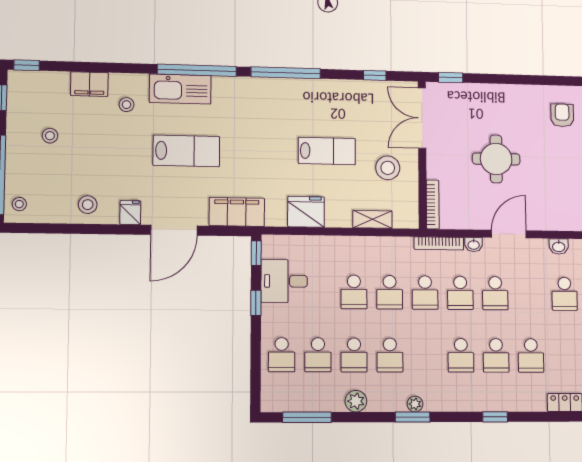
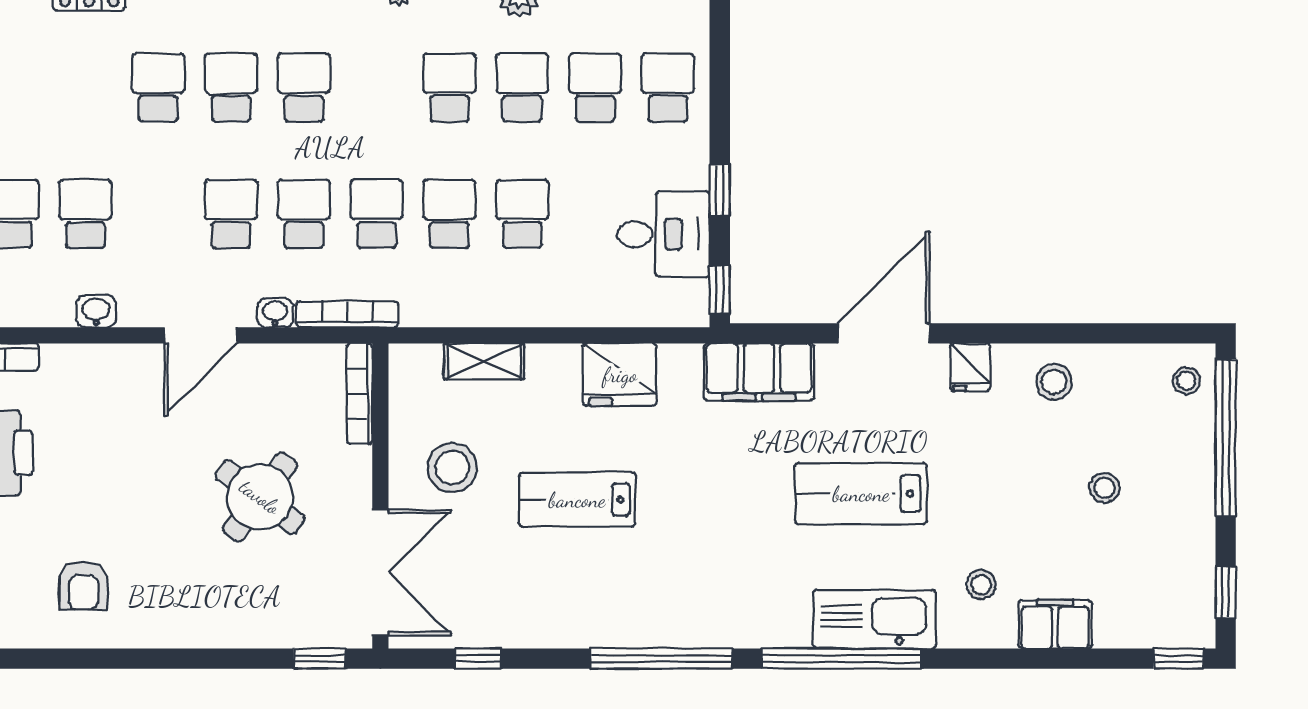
stool: (50, 136) -> (1104, 488), moved
round table: (496, 159) -> (260, 497), moved, turned 37

